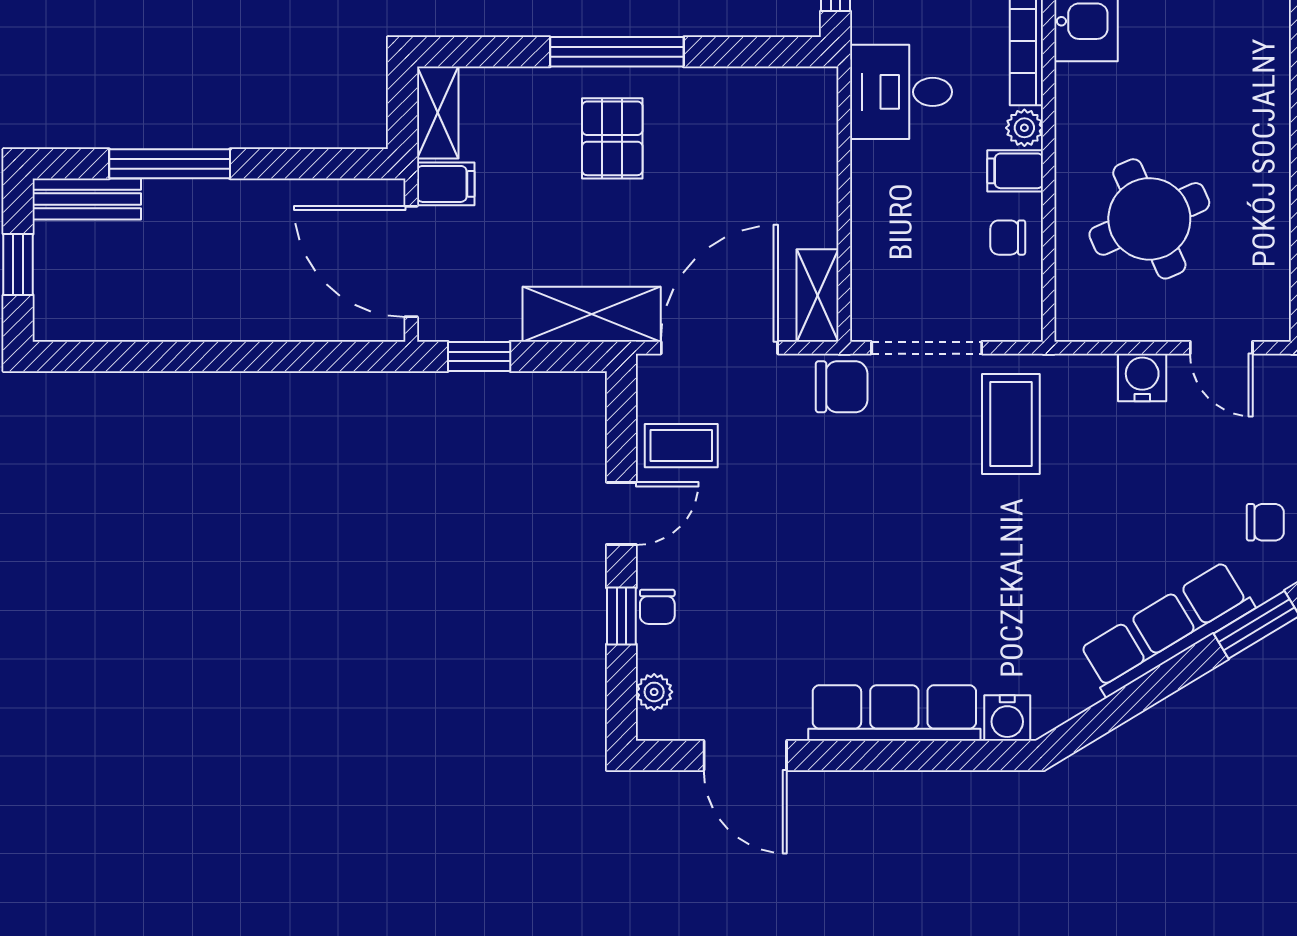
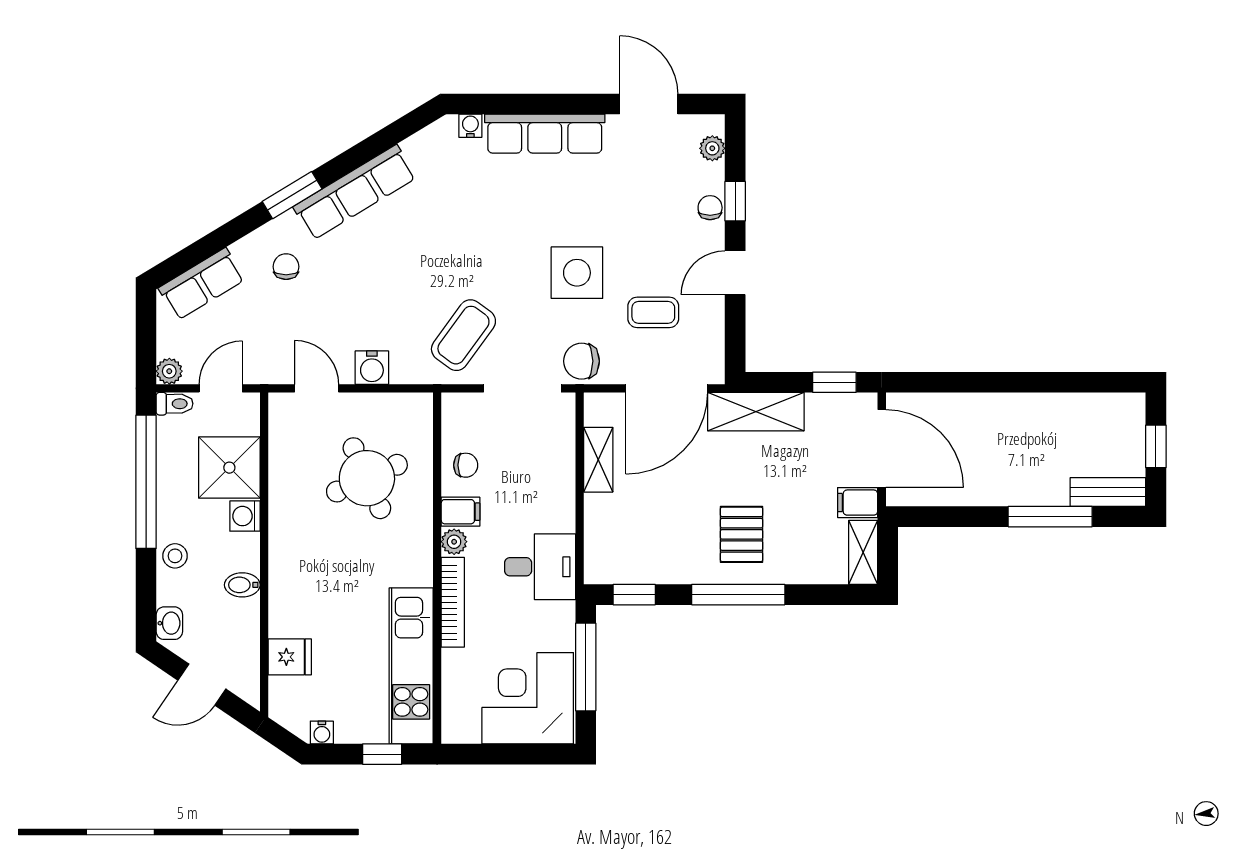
window: (766, 52) -> (634, 595), added
shelving: (818, 296) -> (598, 460), moved
coffee table: (1011, 424) -> (463, 335), turned 36
coffee table: (681, 446) -> (653, 312), moved
side table: (848, 514) -> (577, 273), added
chair: (1265, 522) -> (286, 267), turned 90
water cooler: (1007, 718) -> (470, 126), width x0.72, depth x0.72

